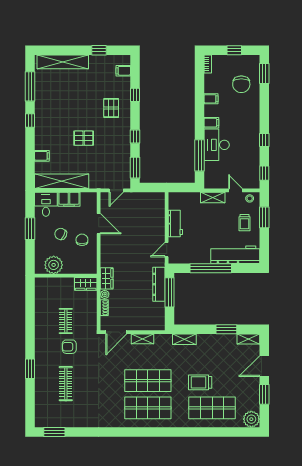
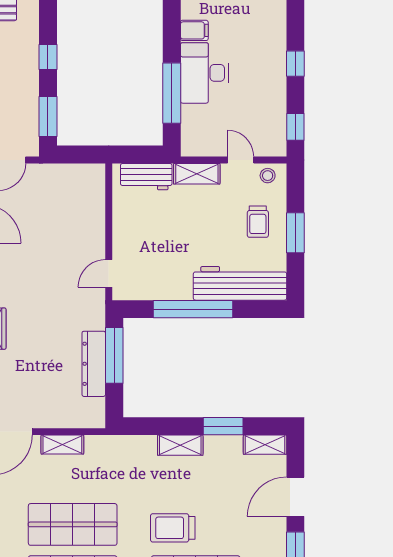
window: (264, 217) -> (295, 233), moved
workbench: (175, 223) -> (146, 177), moved, turned 90
dresser: (159, 284) -> (94, 364), moved
shelving: (184, 339) -> (180, 445), moved

